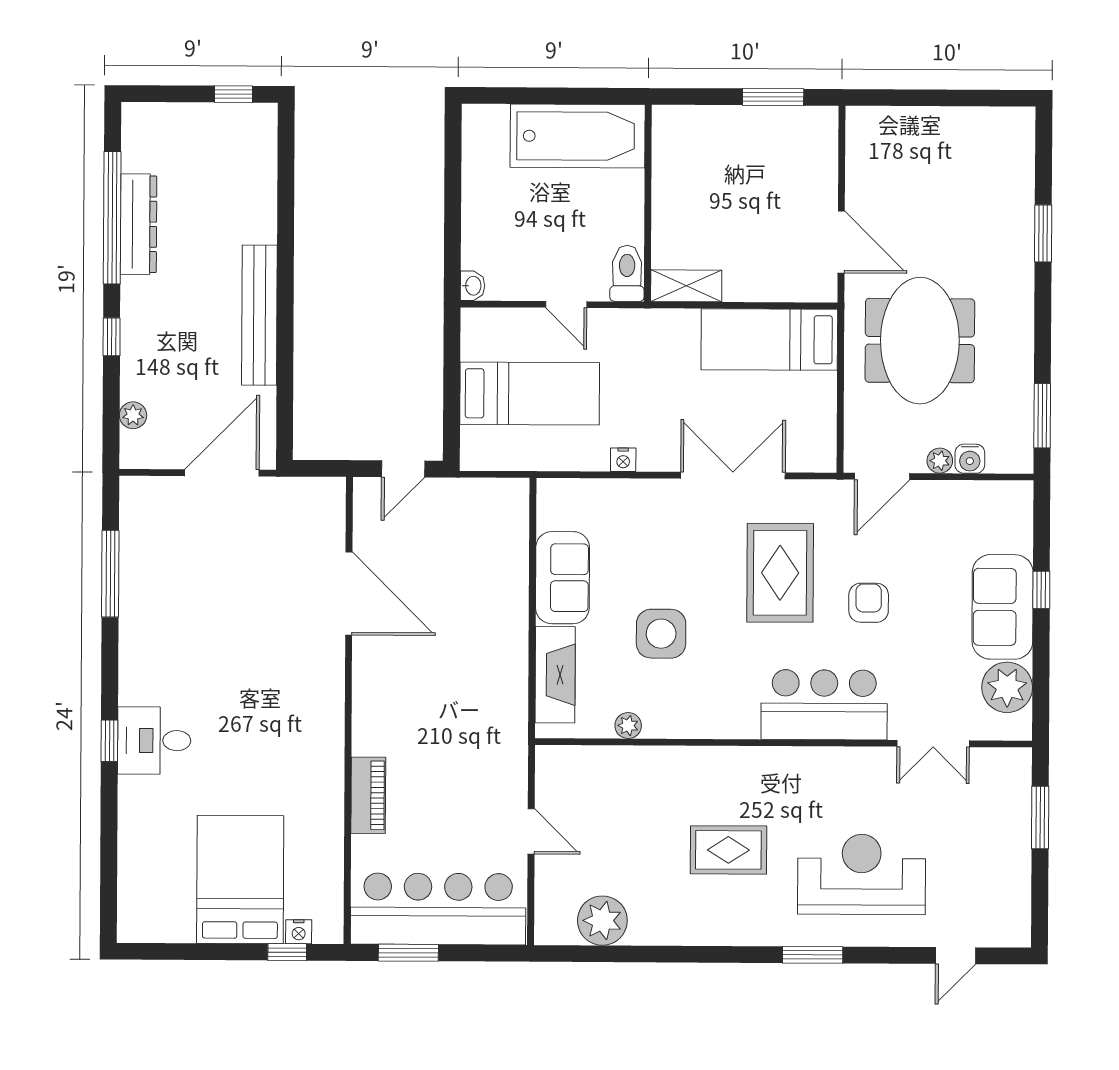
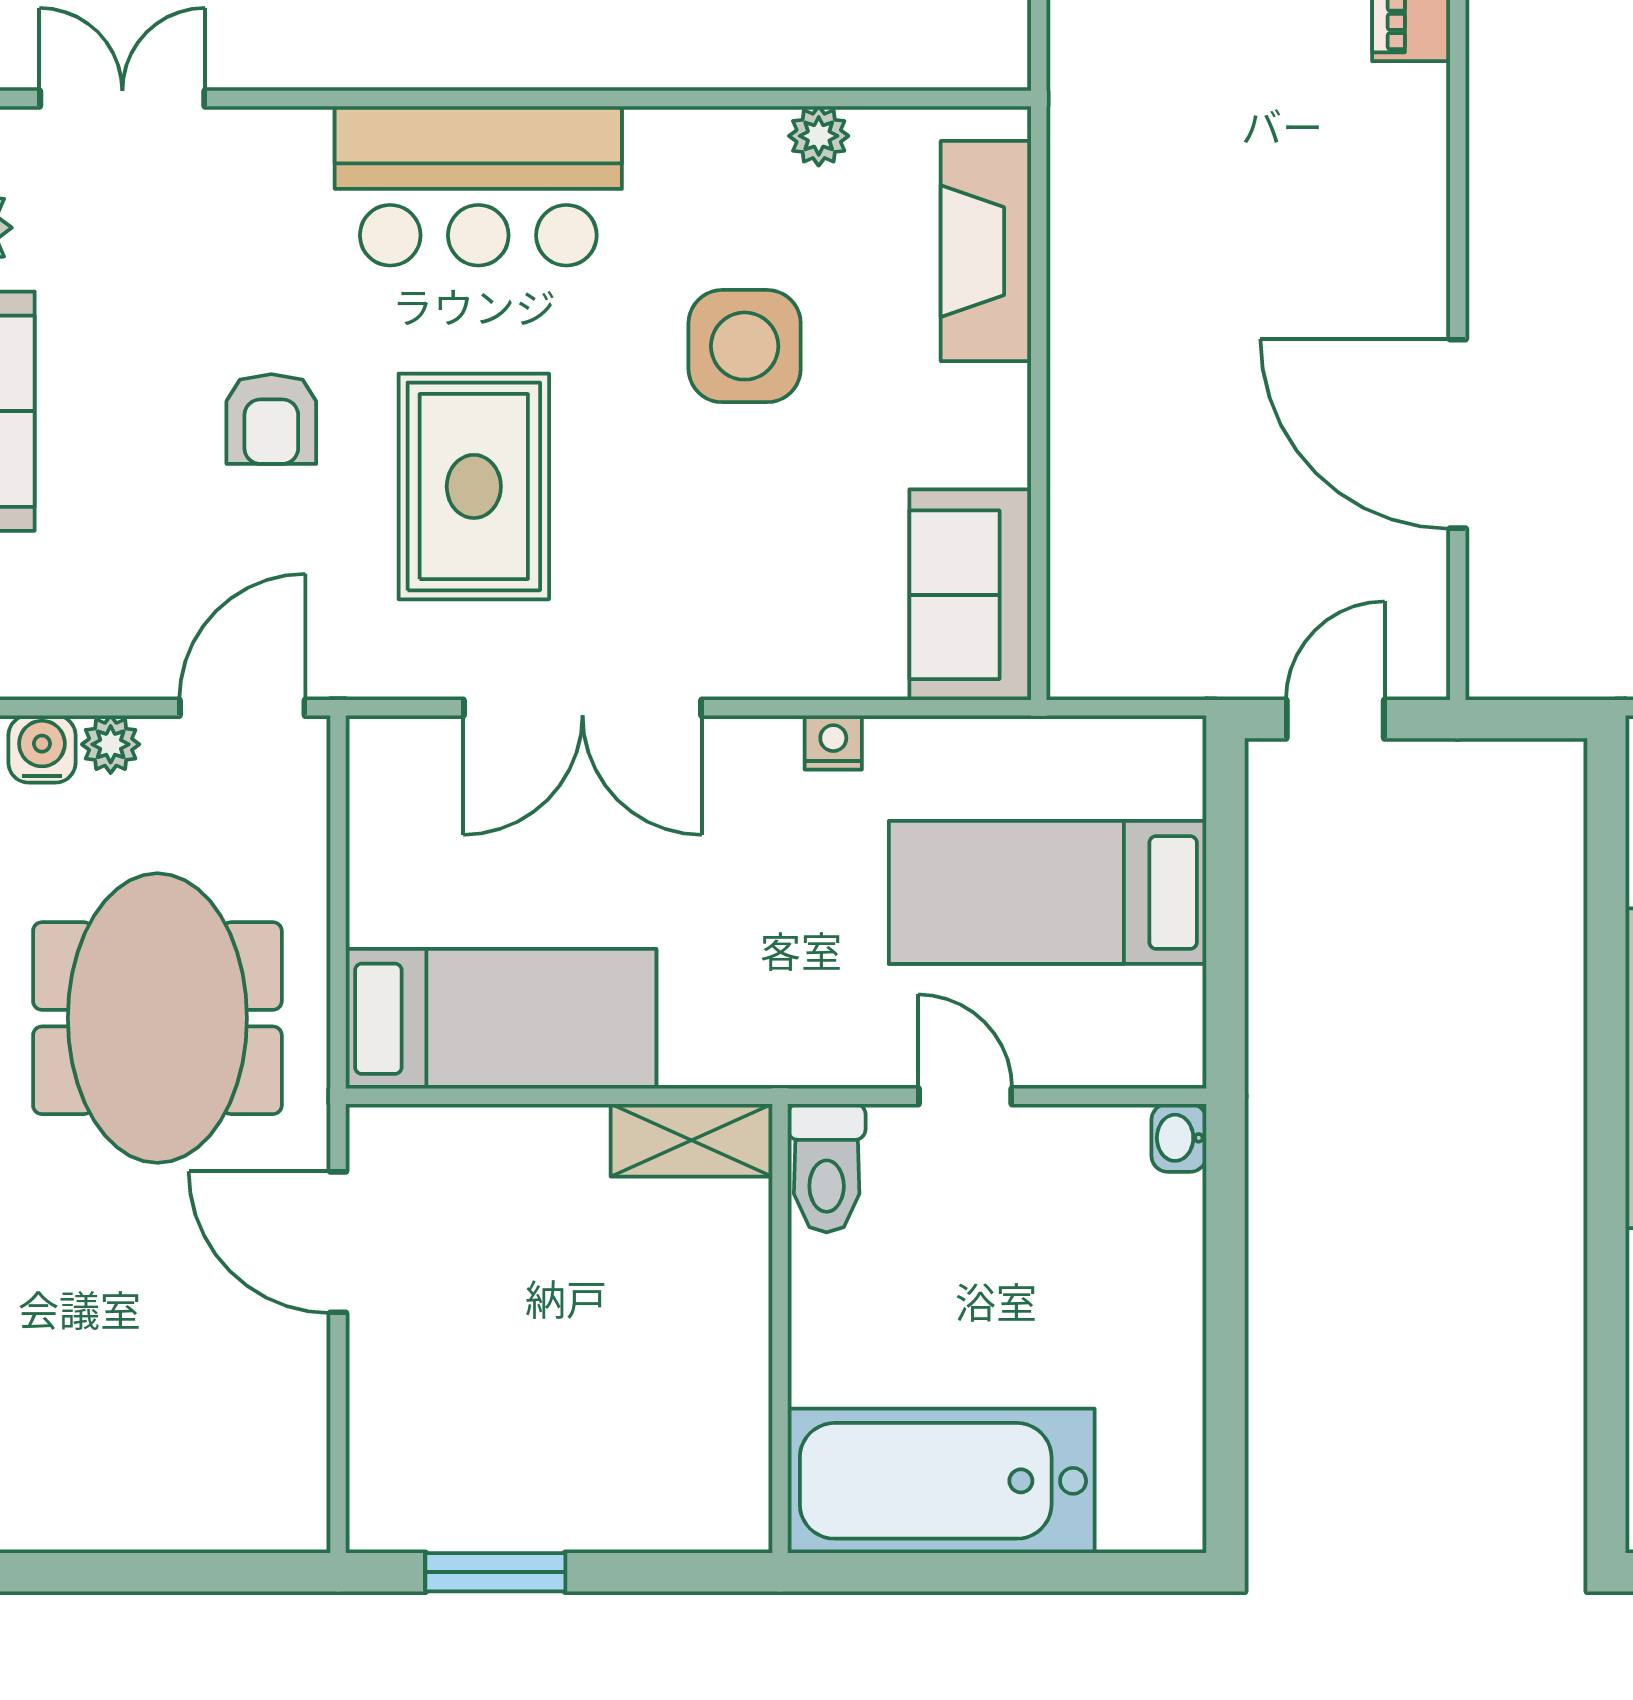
sofa: (562, 578) -> (970, 595), moved
bar counter: (824, 705) -> (478, 186), moved

